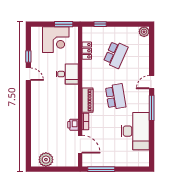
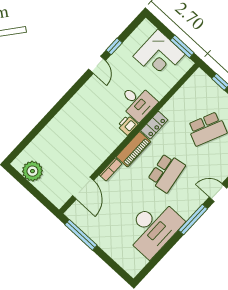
locker: (87, 51) -> (154, 125), moved
printer: (73, 125) -> (128, 125), moved

